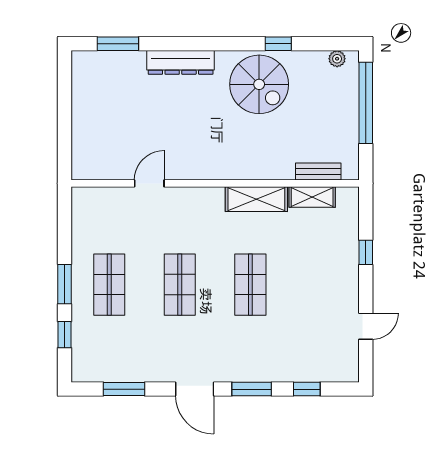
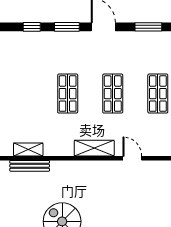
bench: (318, 171) -> (30, 166), width x1.36
door: (149, 183) -> (132, 158), swing flipped
shelving: (256, 199) -> (94, 148), moved

